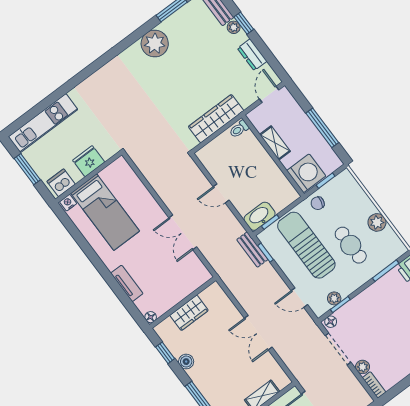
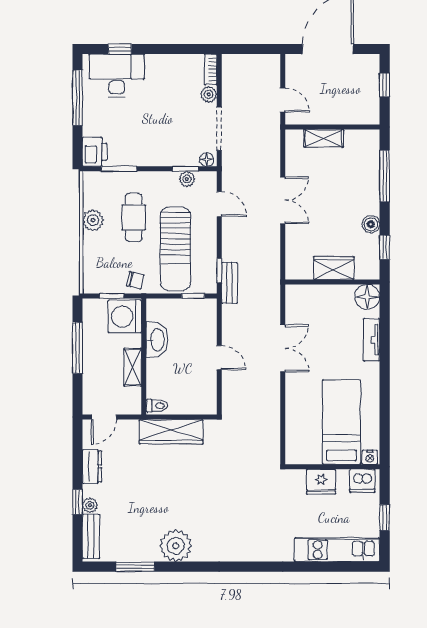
window: (27, 169) -> (385, 518), width x0.67
washbasin: (260, 216) -> (157, 340), moved, turned -90
floor lamp: (151, 317) -> (367, 297), width x1.89, depth x1.89

